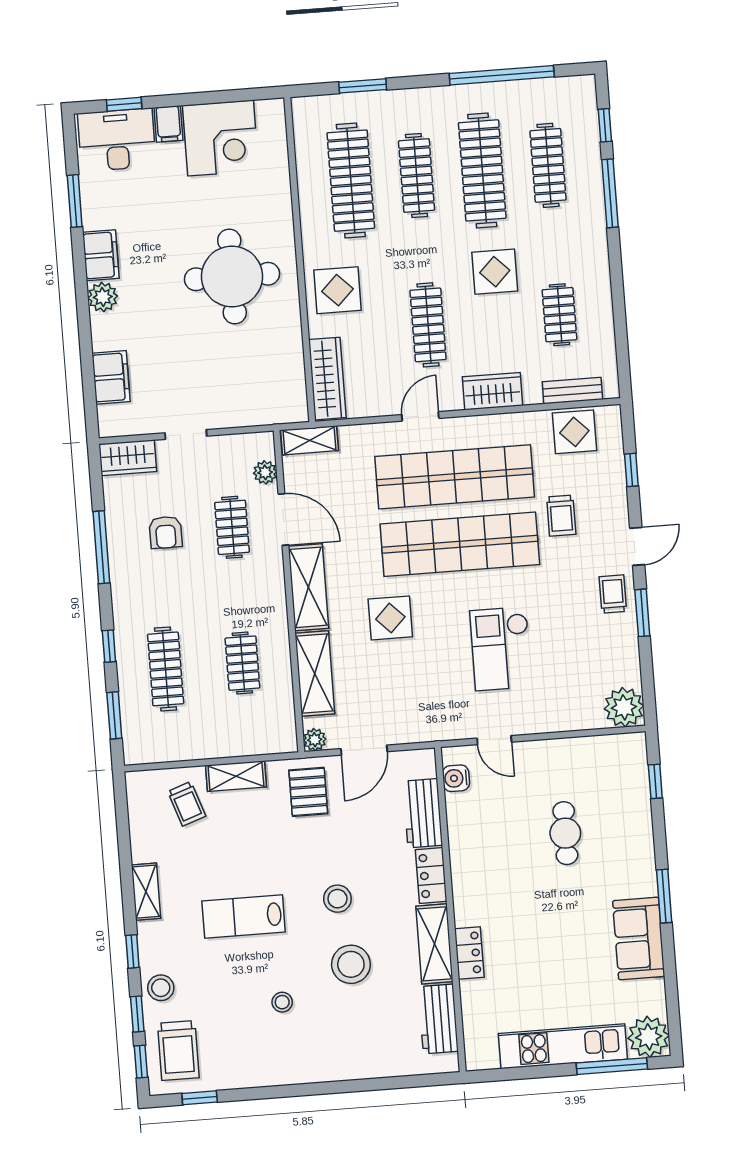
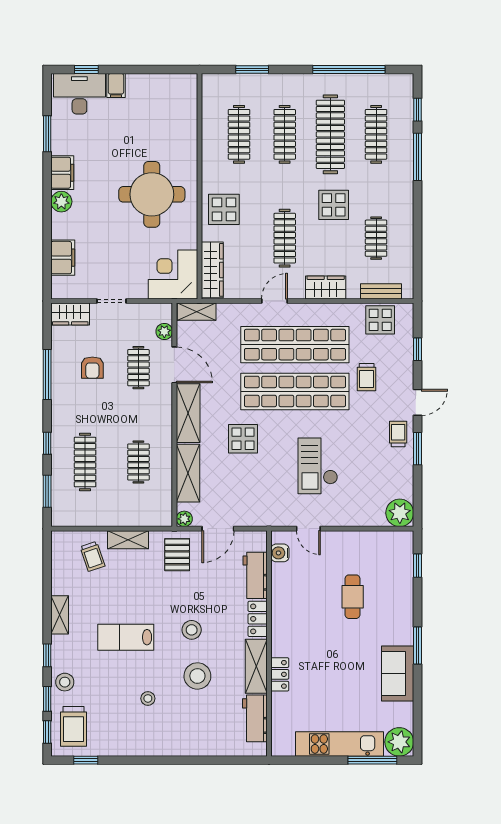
corner desk: (221, 138) -> (173, 274), moved, turned 180
clothes rail: (351, 181) -> (239, 134), width x0.73, depth x0.76

